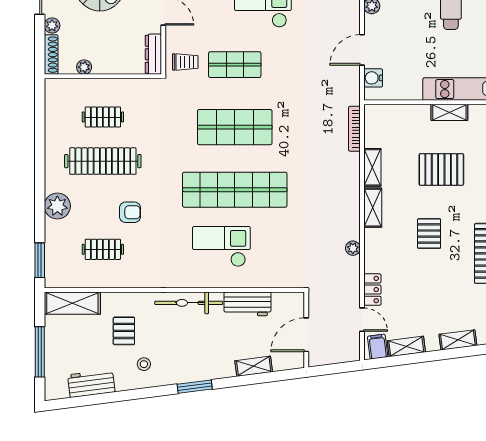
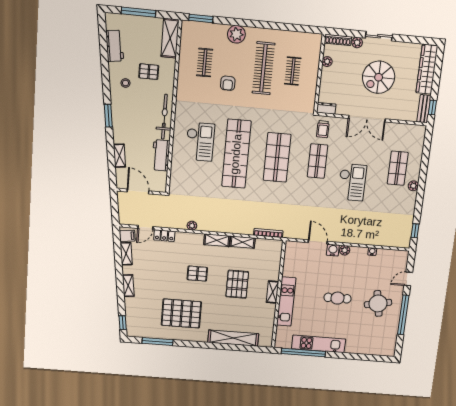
dresser: (153, 54) -> (326, 108), width x0.70
water cooler: (373, 78) -> (333, 250), moved

